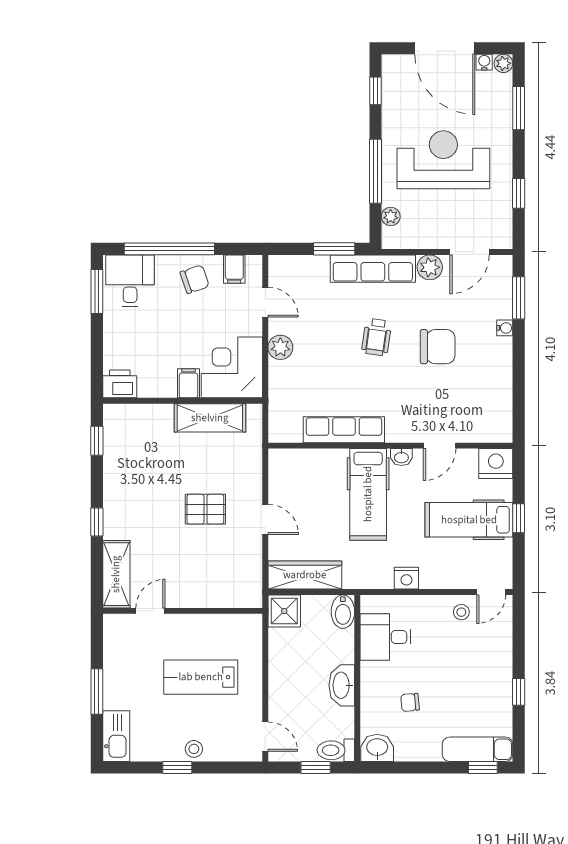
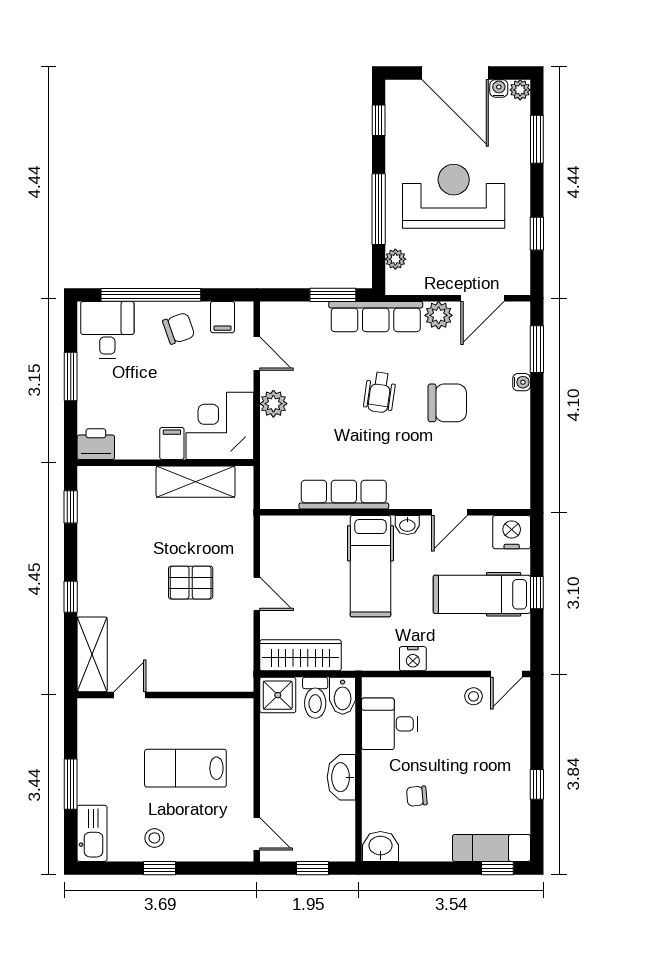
window: (97, 291) -> (71, 377), moved
stool: (194, 749) -> (154, 838), moved
toilet: (336, 750) -> (315, 698), moved, turned -90

